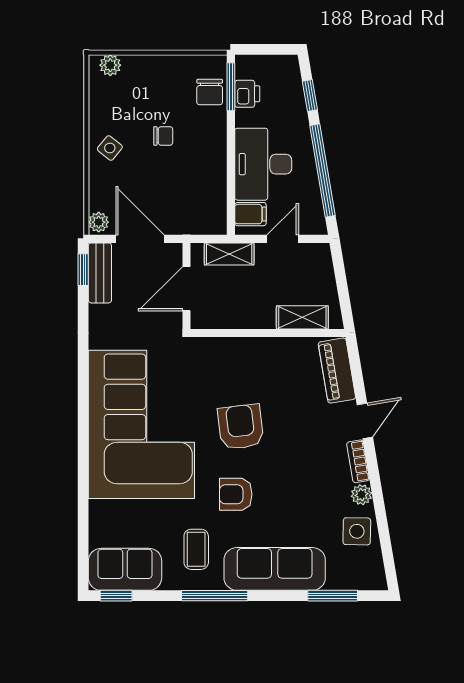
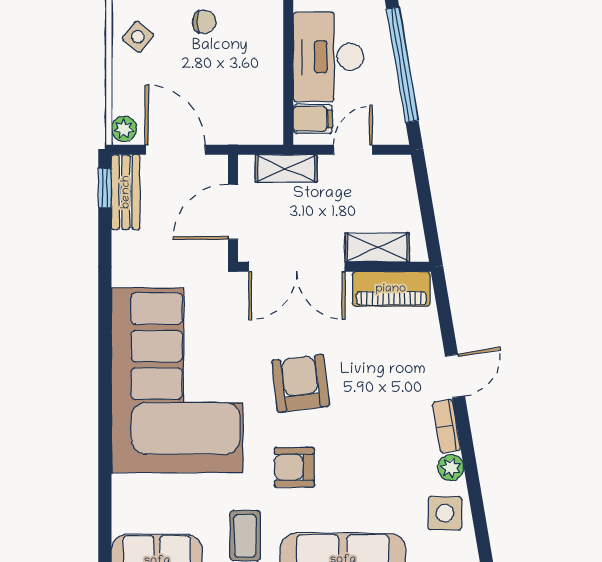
double door: (238, 333) -> (297, 267), added
piano: (337, 371) -> (391, 289), moved, turned -80

